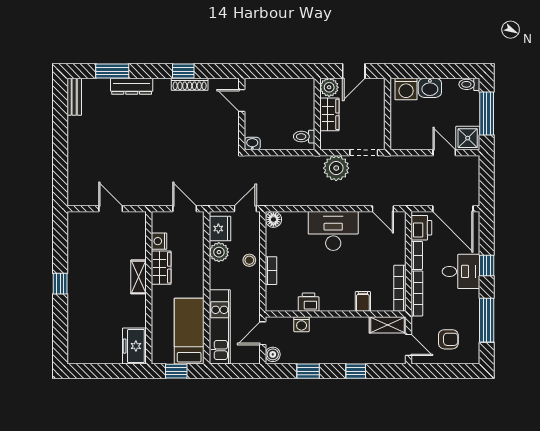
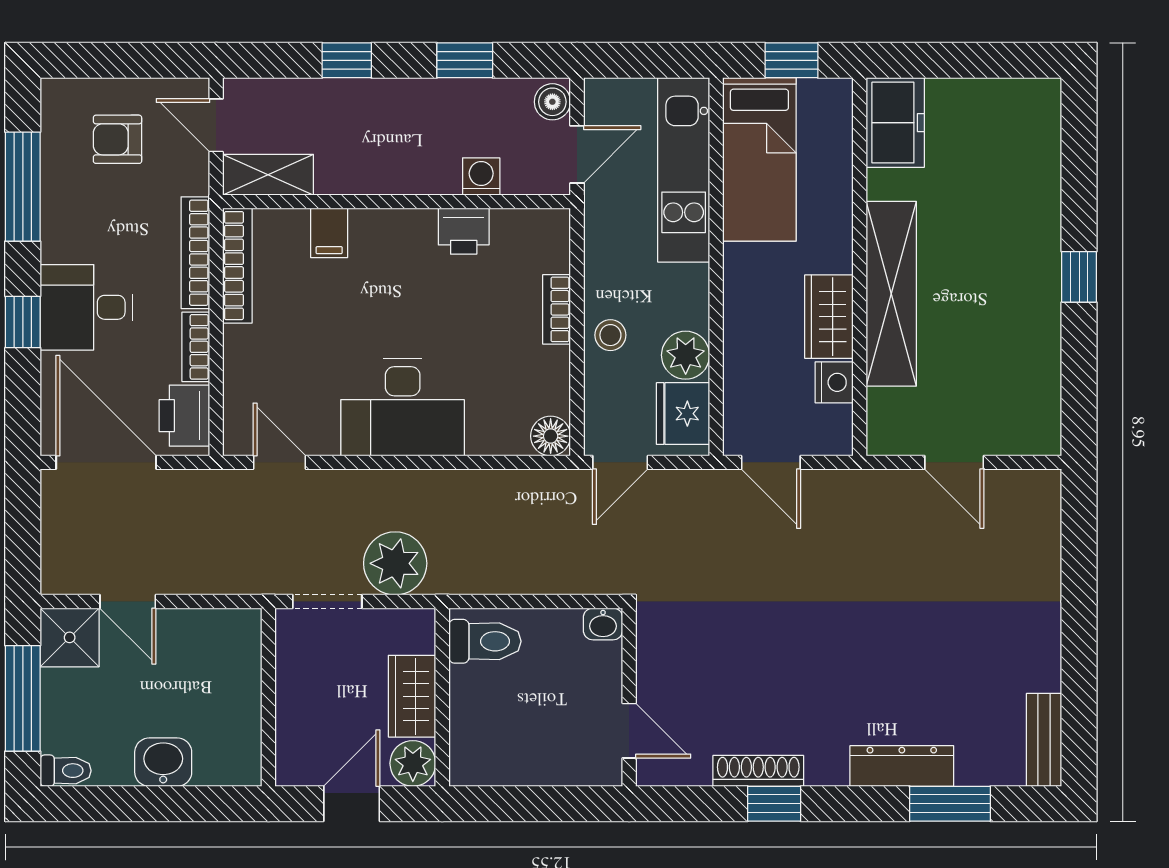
washing machine: (406, 89) -> (222, 759), removed
toilet: (304, 137) -> (485, 641), width x1.37, depth x1.39
shelving: (138, 277) -> (891, 294), width x2.20, depth x1.33

